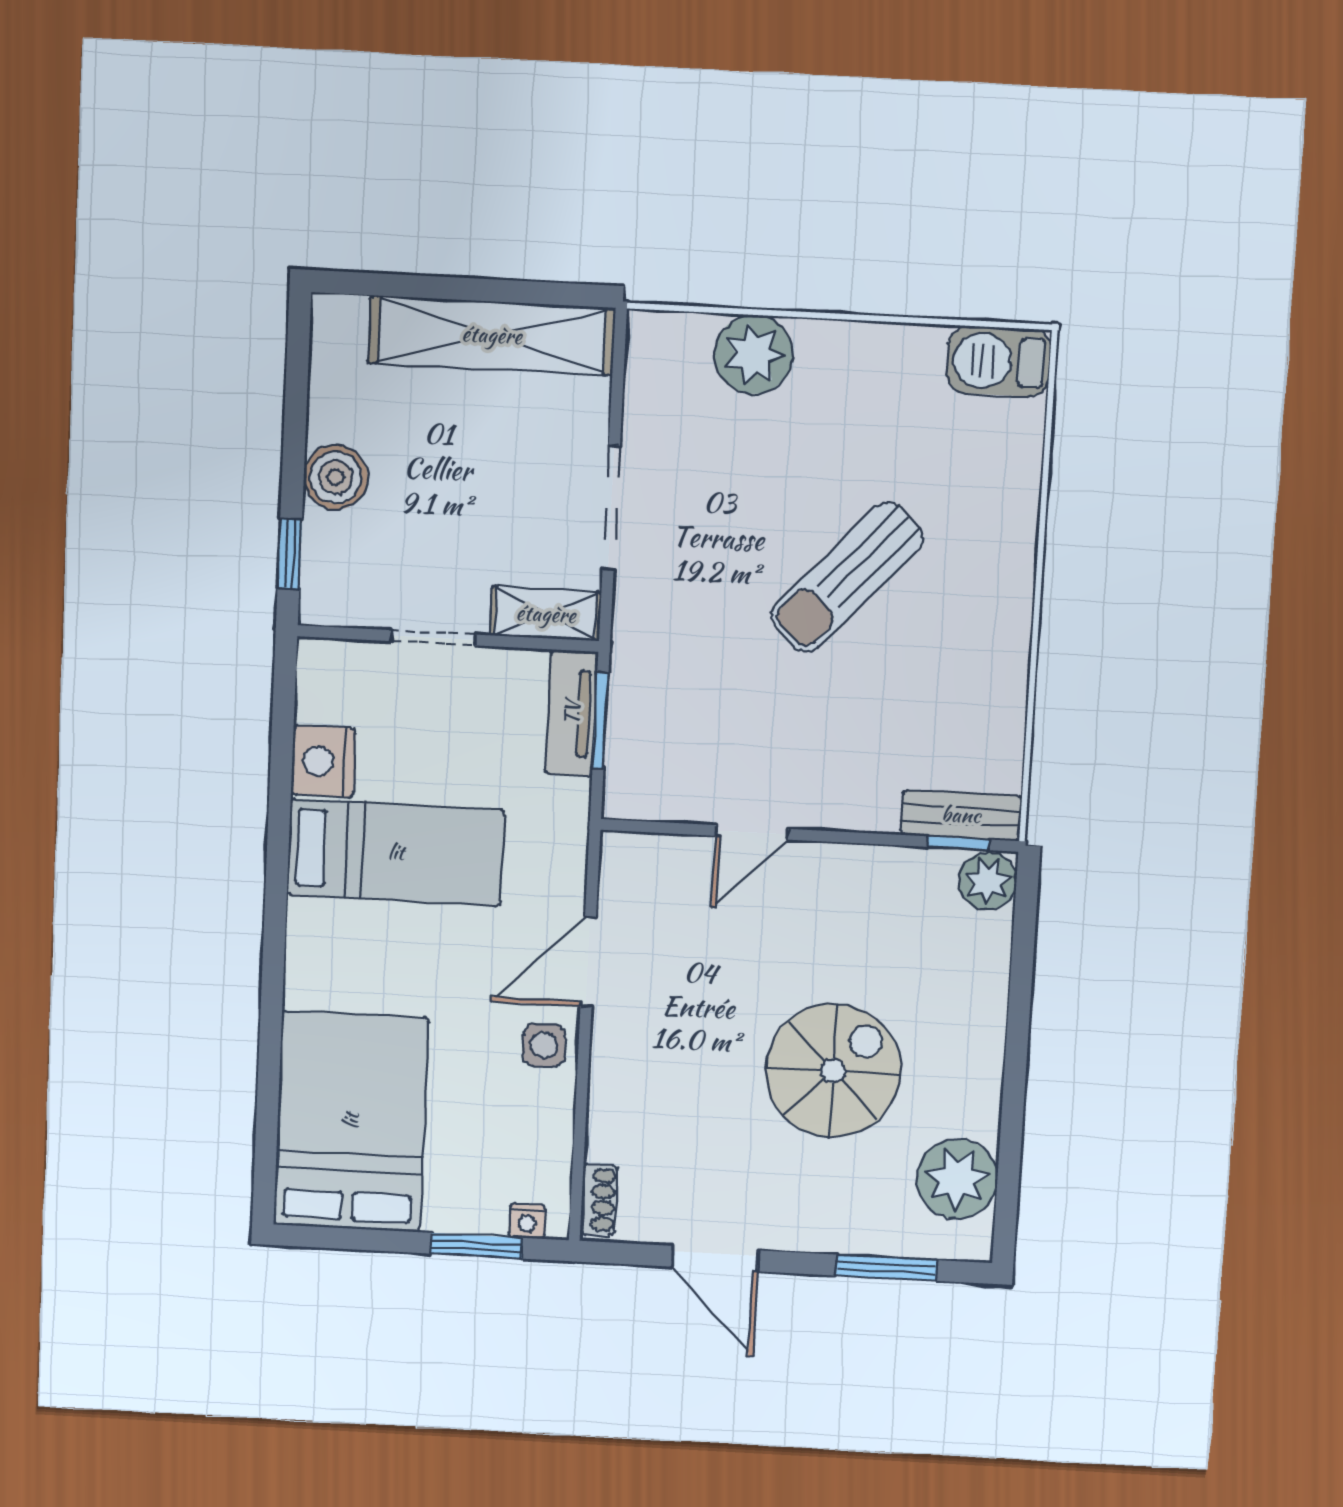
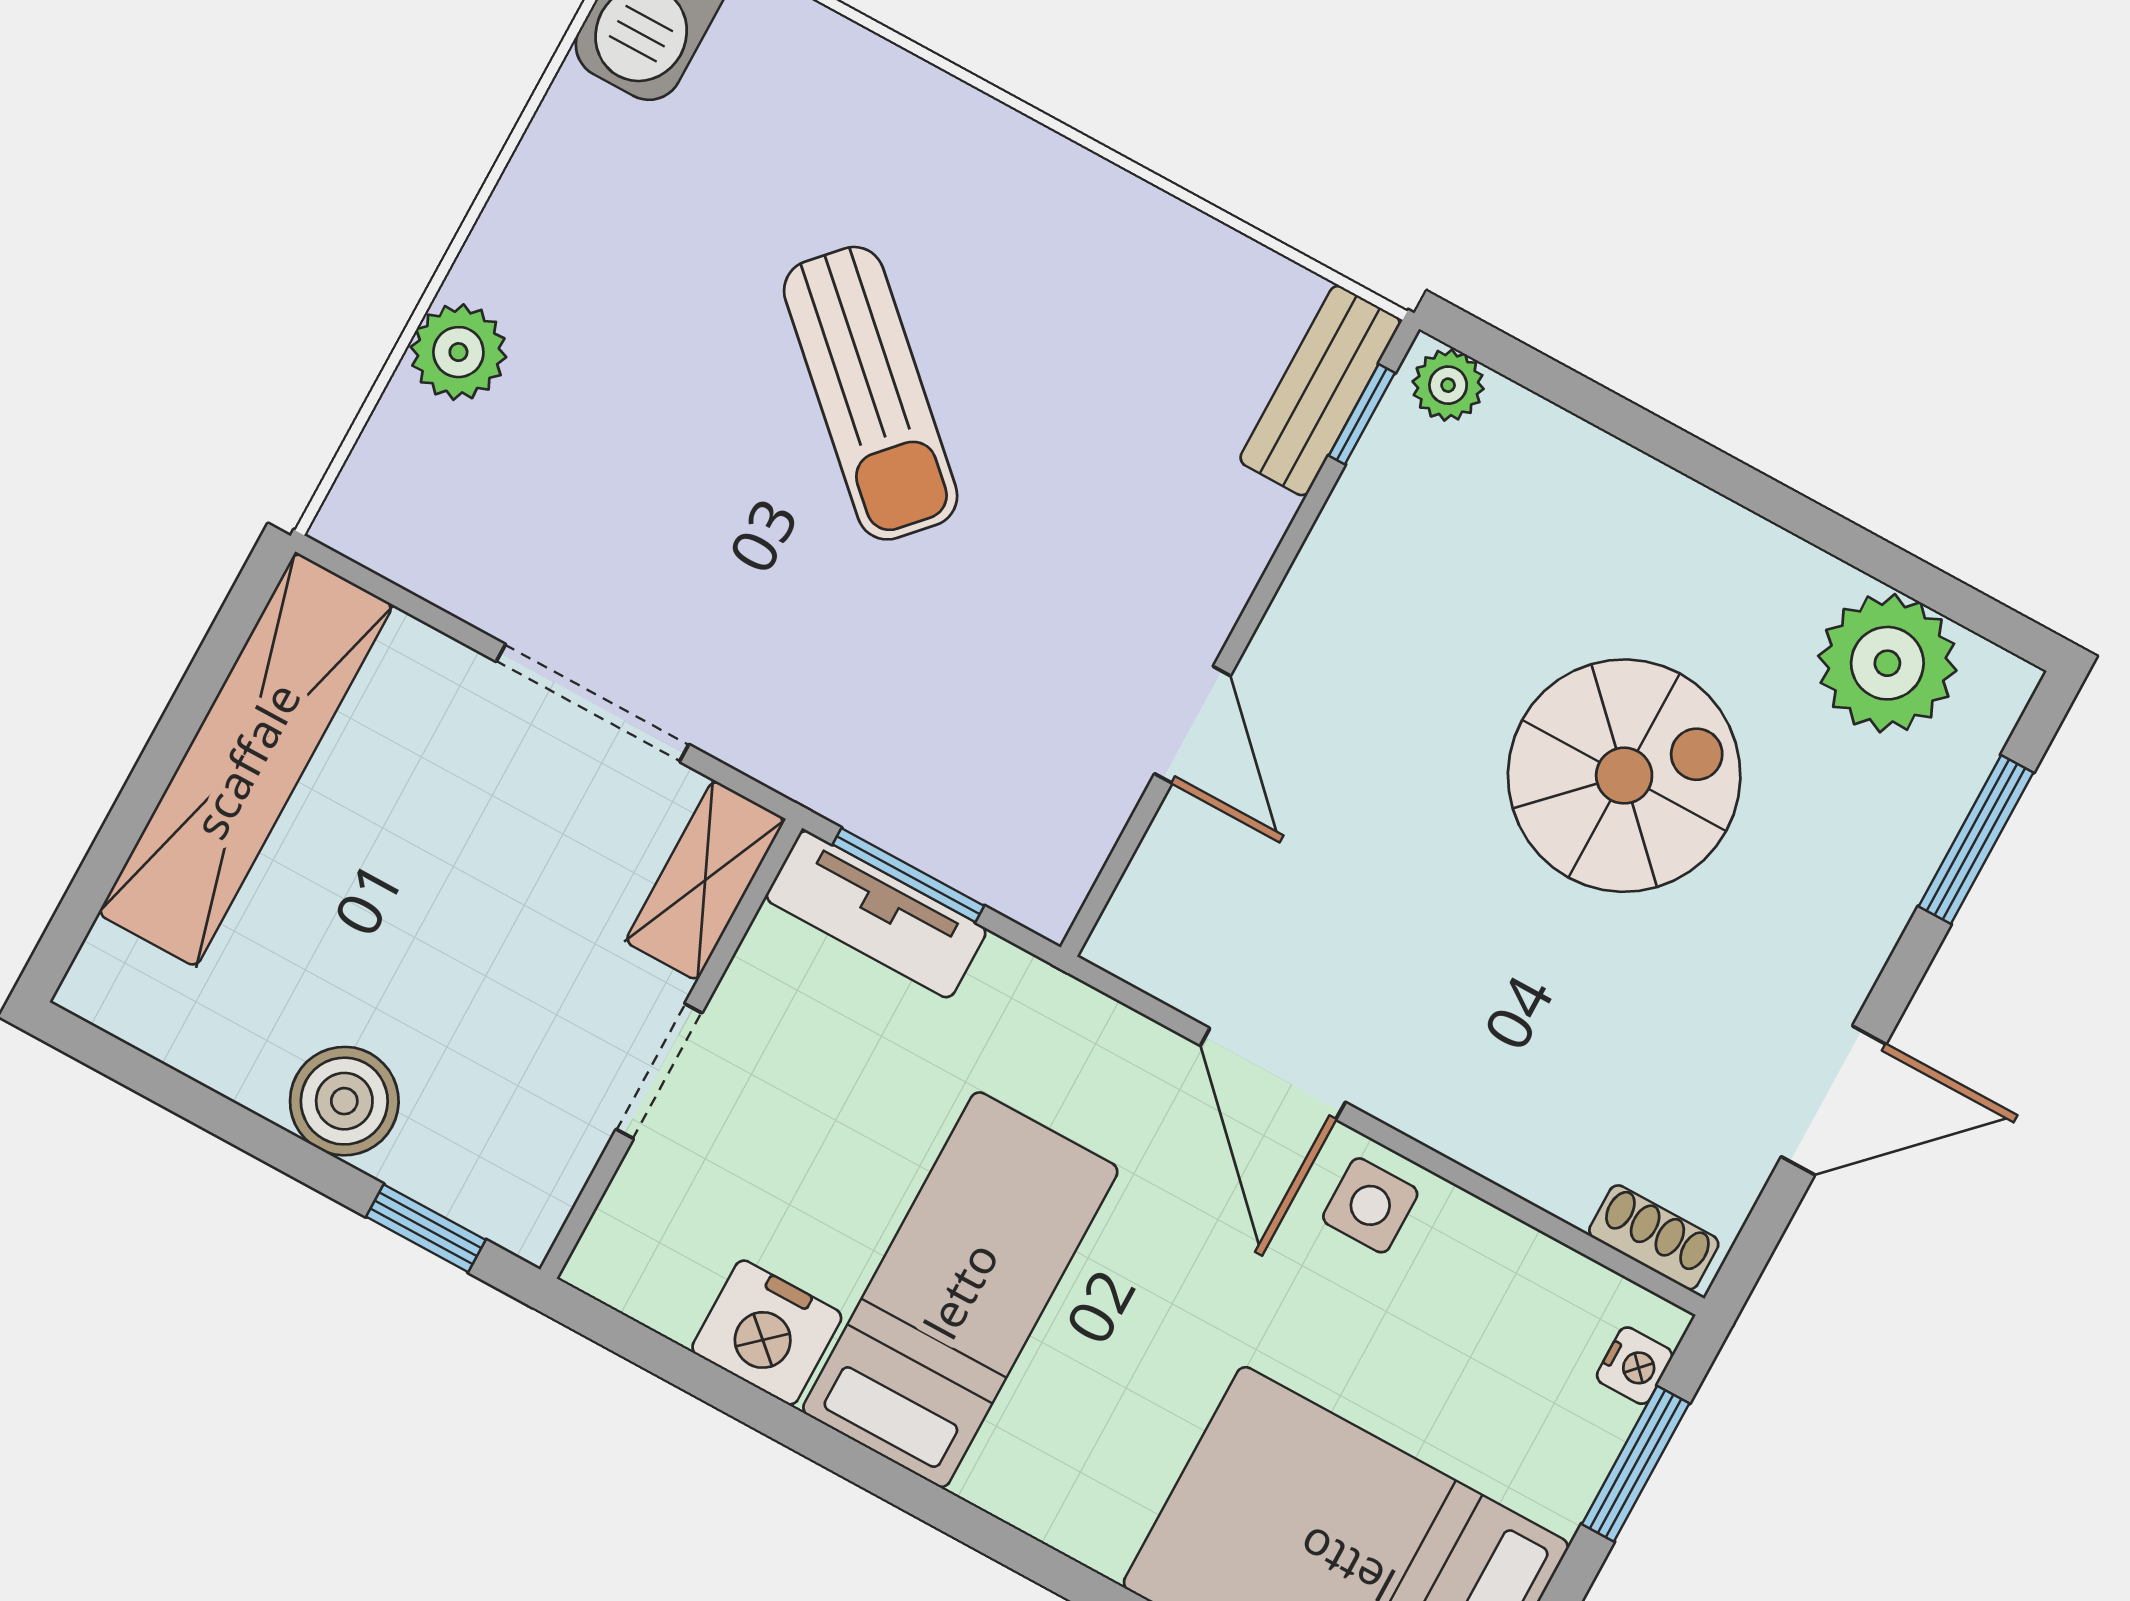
plant: (754, 354) -> (458, 352), width x0.73, depth x0.73
plant: (988, 881) -> (1448, 385), width x0.73, depth x0.73
spiral stairs: (833, 1071) -> (1624, 776), turned 90

